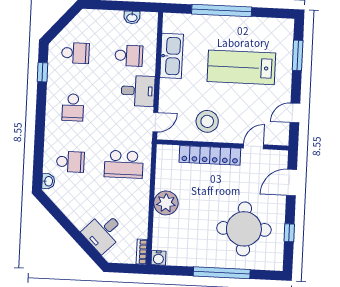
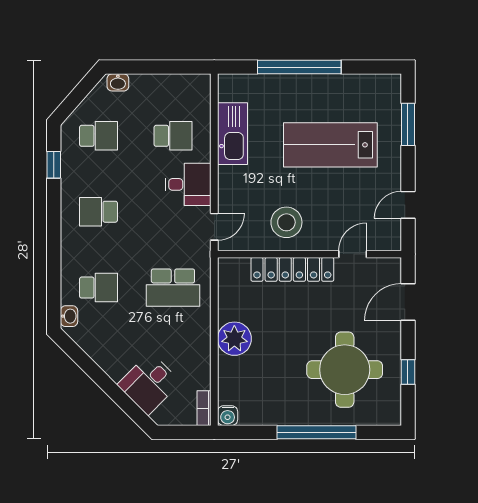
washbasin: (132, 17) -> (118, 82), moved
school desk: (73, 107) -> (98, 212), turned 90

